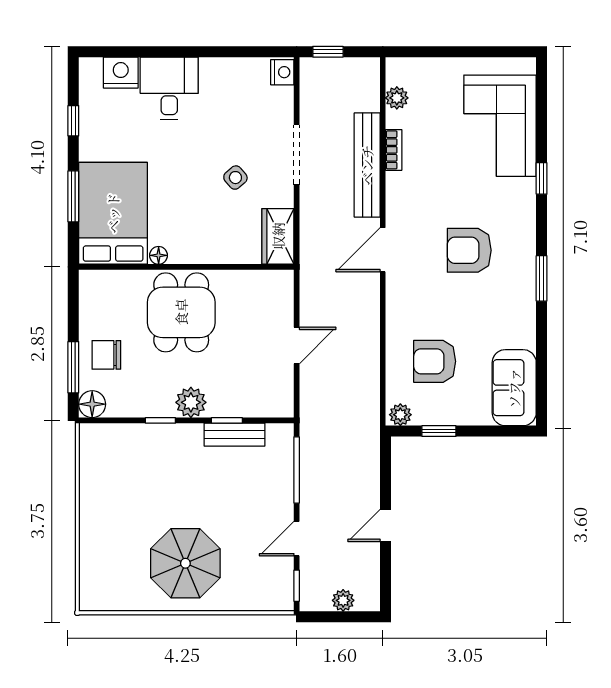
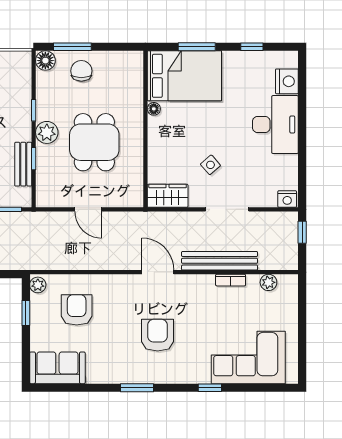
desk: (169, 88) -> (275, 125), width x1.37
dining table: (181, 312) -> (94, 142), moved, turned 90

